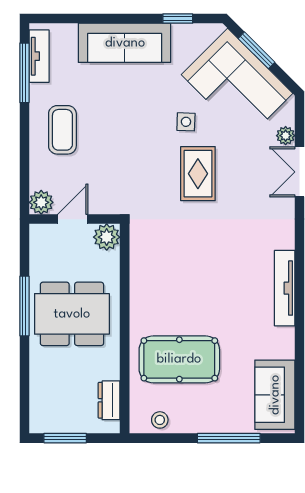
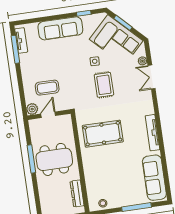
coffee table: (62, 130) -> (47, 88), moved, turned 90
plant: (107, 237) -> (65, 121), removed
pool table: (179, 359) -> (103, 134), moved
sofa: (275, 395) -> (154, 178), width x1.36
dresser: (109, 400) -> (77, 193), width x1.44

